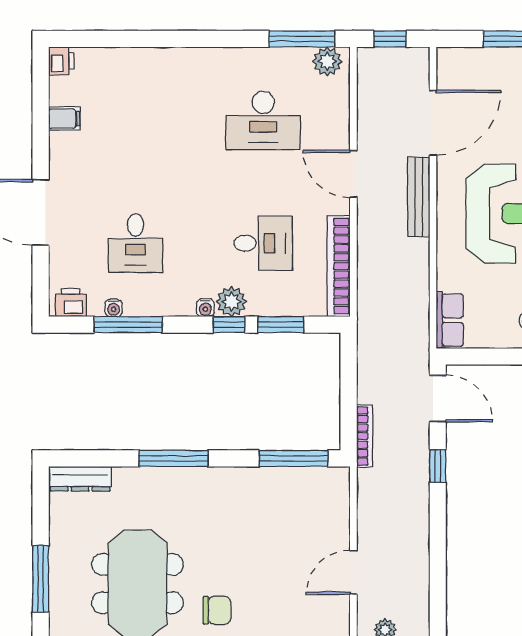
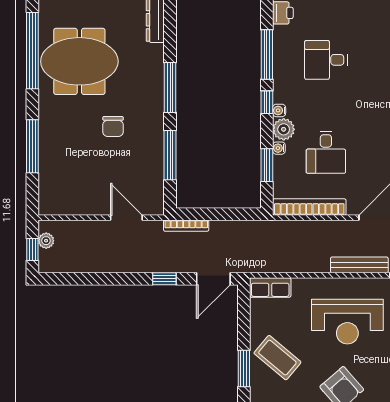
water cooler: (114, 308) -> (279, 148), moved
window: (229, 325) -> (267, 102), moved
window: (293, 458) -> (170, 155), moved
door: (353, 572) -> (126, 218), moved
chair: (217, 610) -> (113, 127), moved

